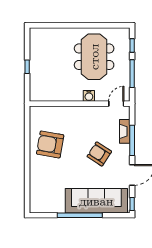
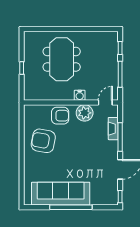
meeting table: (94, 57) -> (62, 59), moved
plant: (94, 115) -> (85, 113), added
armchair: (99, 154) -> (60, 116), moved, turned 147
sofa: (96, 201) -> (61, 194), moved

